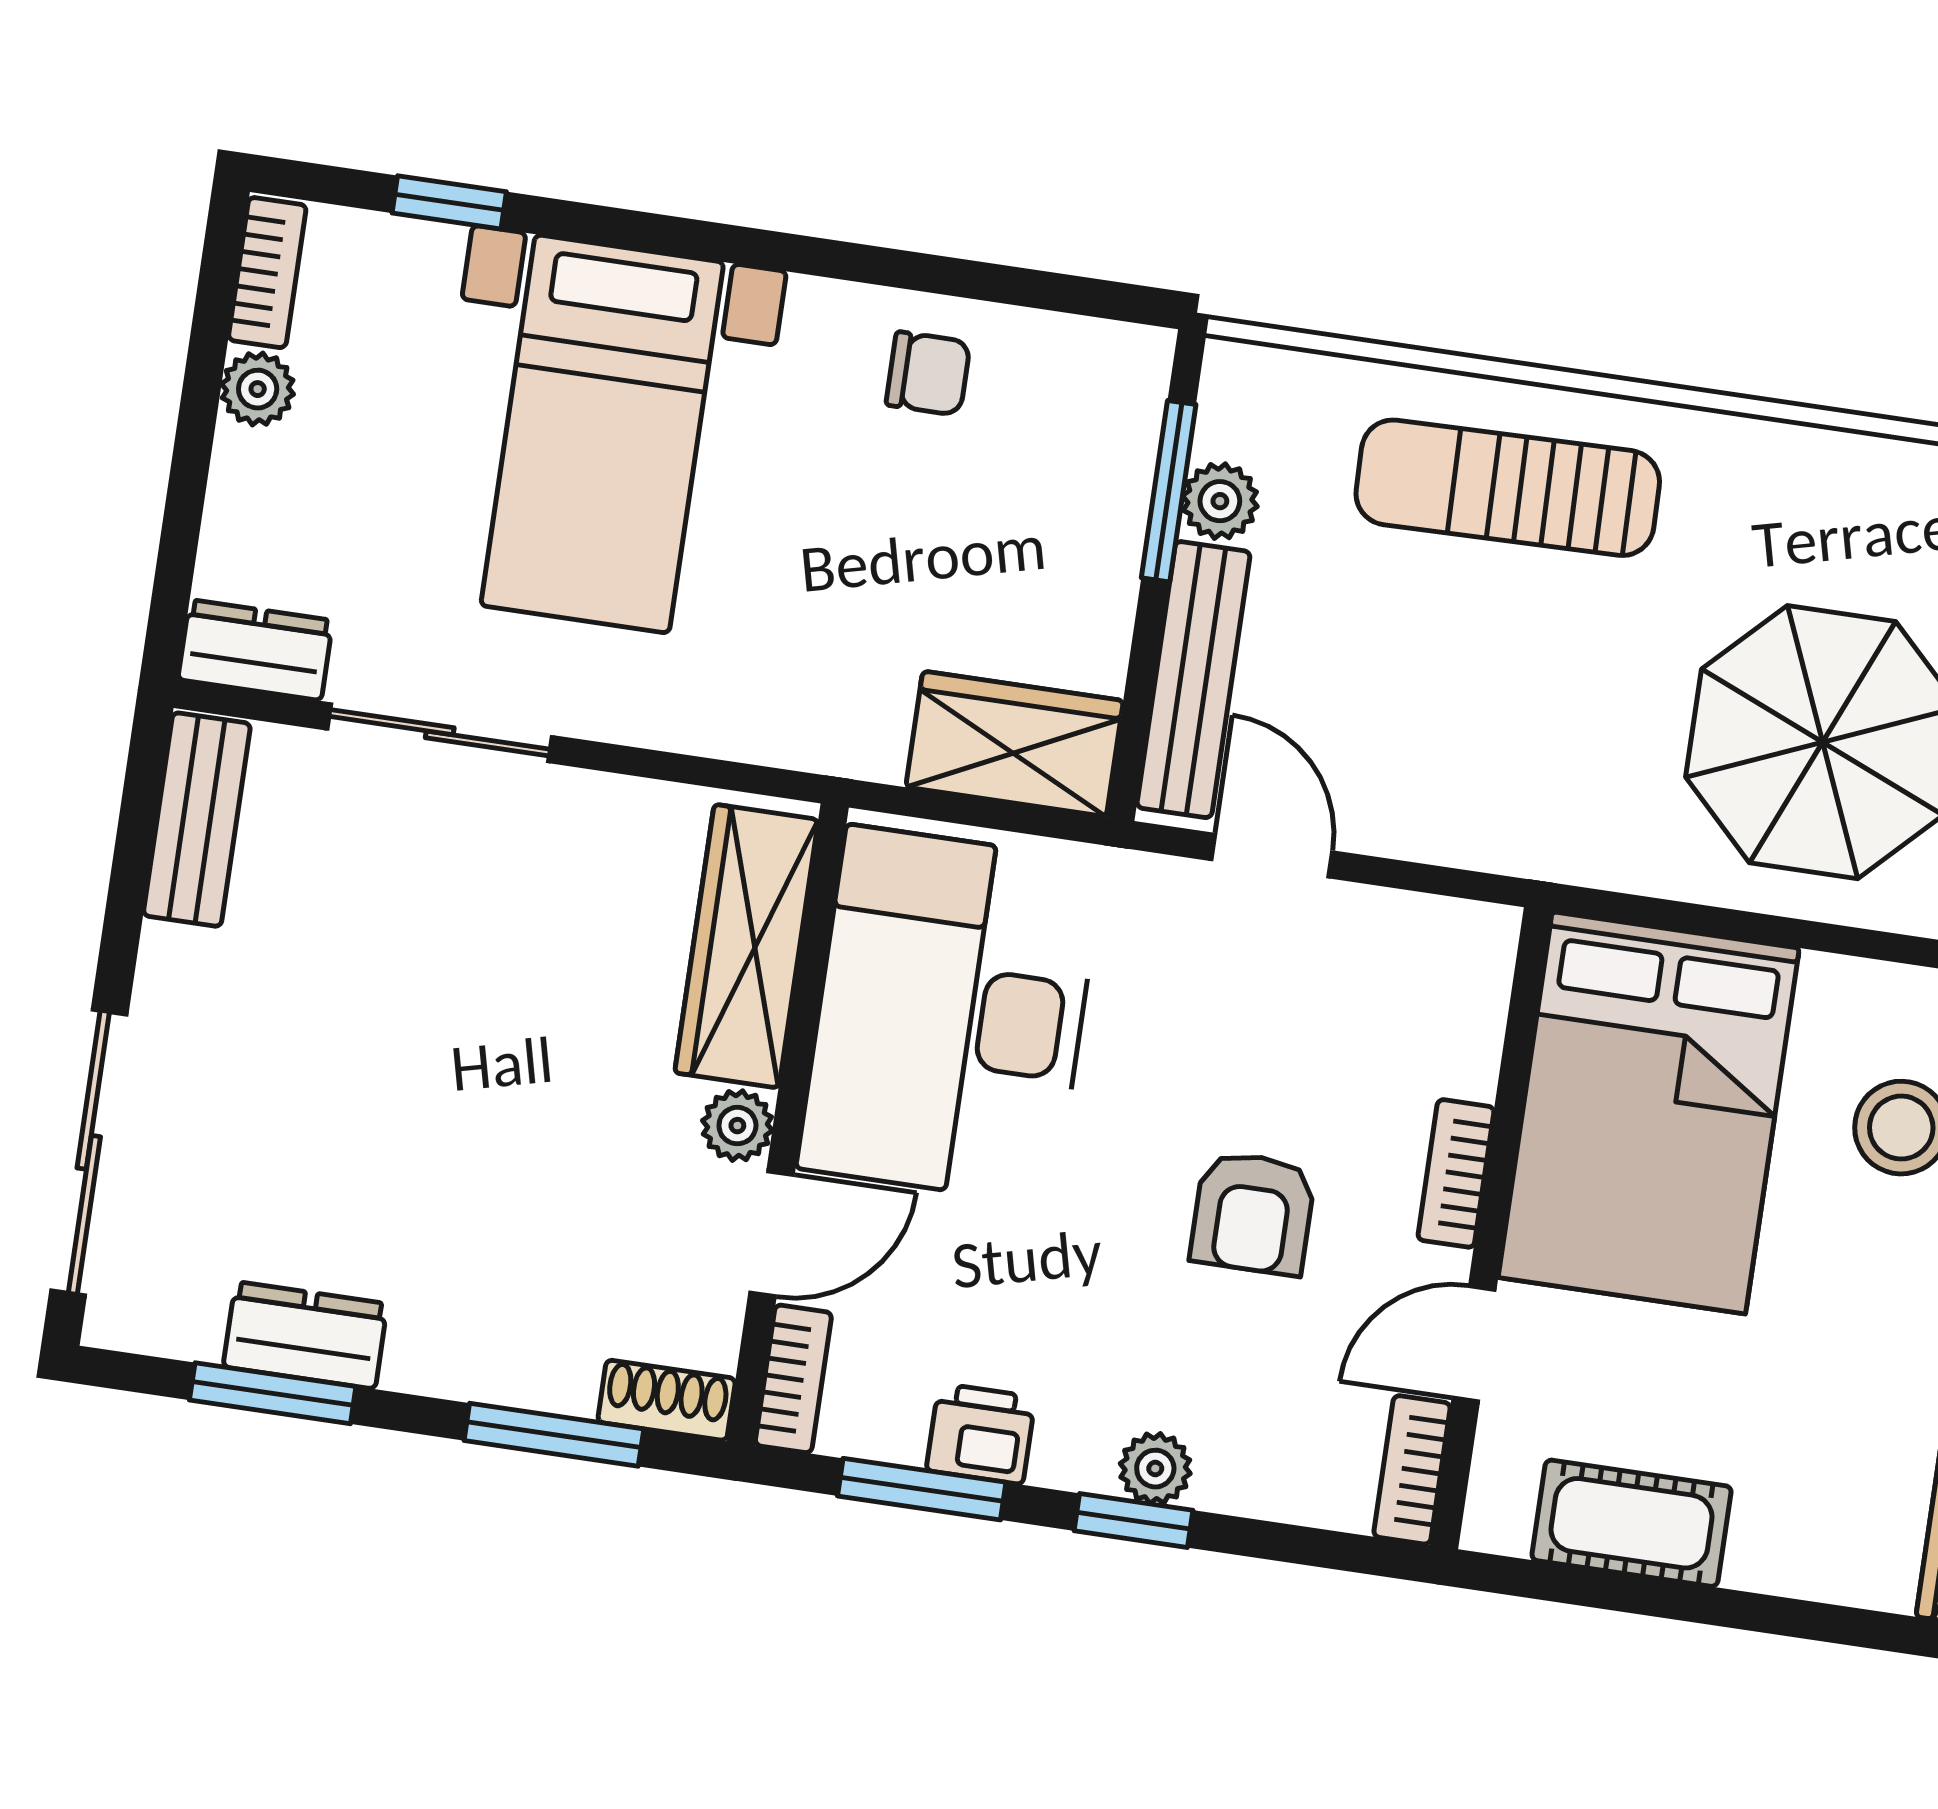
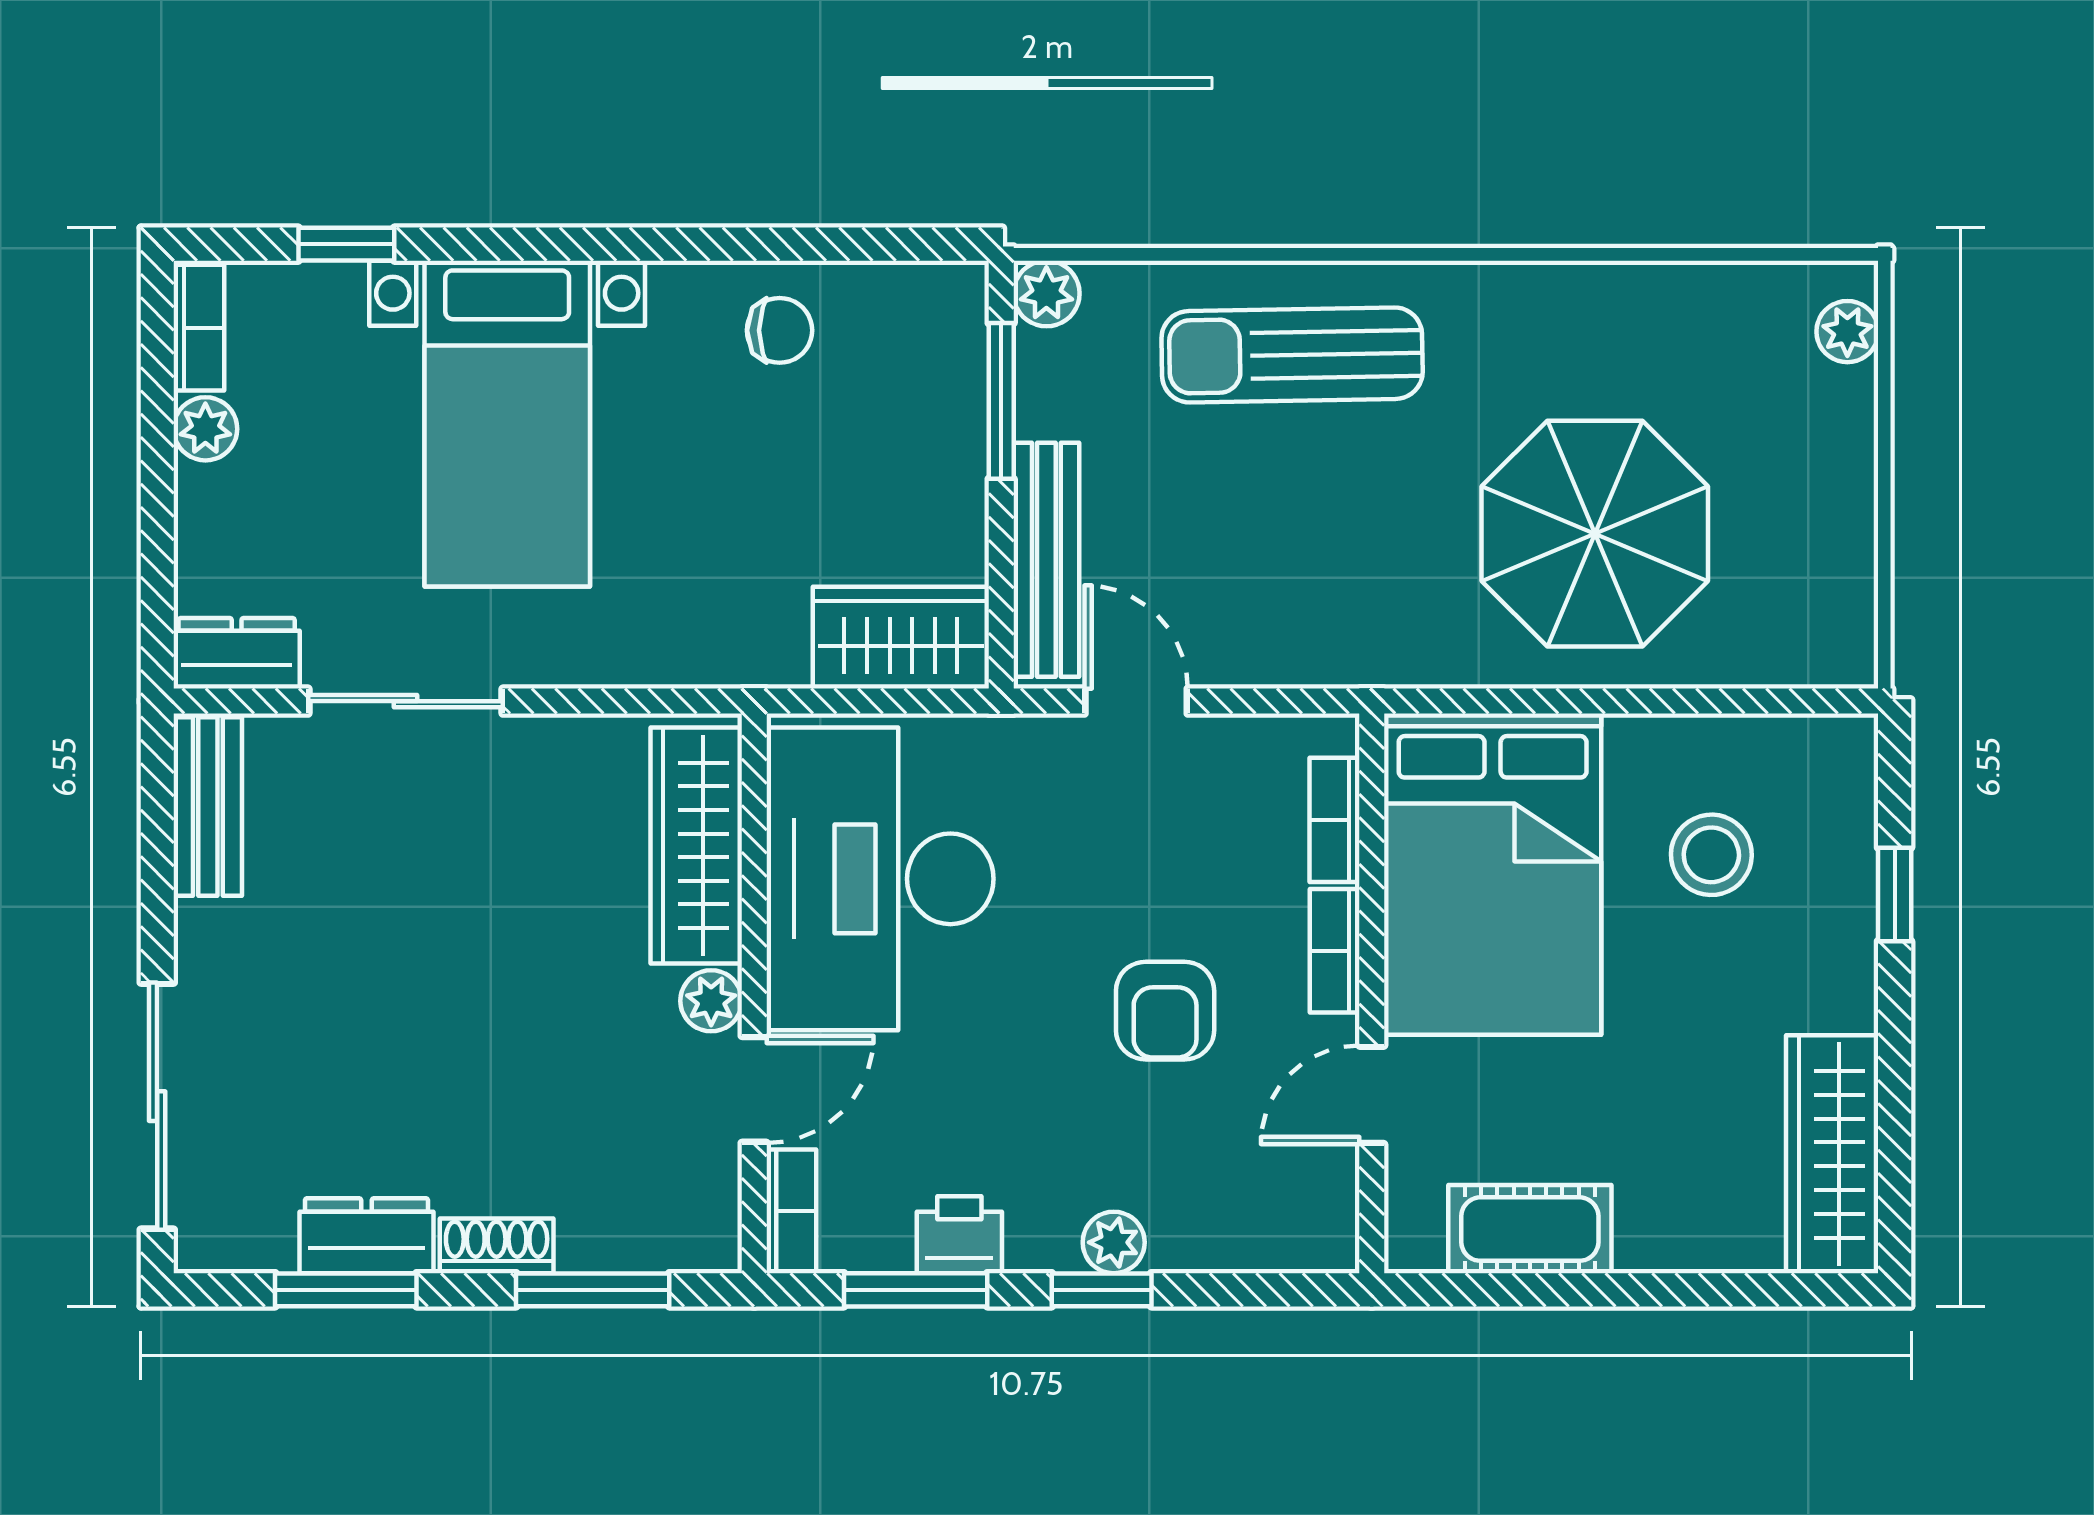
plant: (1220, 501) -> (1046, 293), moved
shoe rack: (667, 1400) -> (497, 1246), moved
bookcase: (1412, 1470) -> (1334, 820), moved

